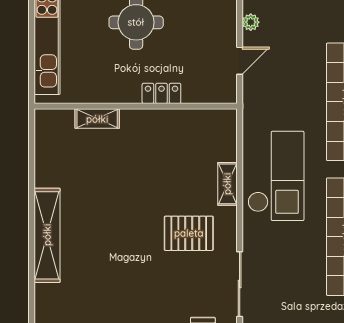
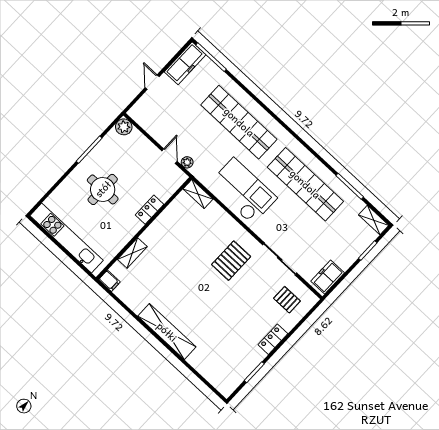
plant: (251, 22) -> (187, 162), moved
filing cabinet: (44, 122) -> (109, 281), added
shelving: (227, 184) -> (198, 194), moved

